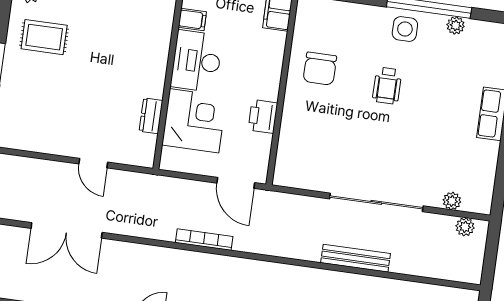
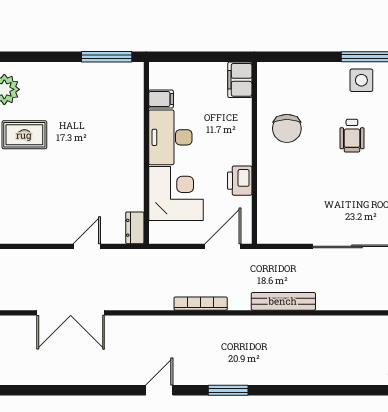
dresser: (151, 116) -> (135, 228), moved
door: (93, 163) -> (87, 246), swing flipped
door: (236, 183) -> (223, 246), swing flipped
bench: (356, 258) -> (283, 301), moved

